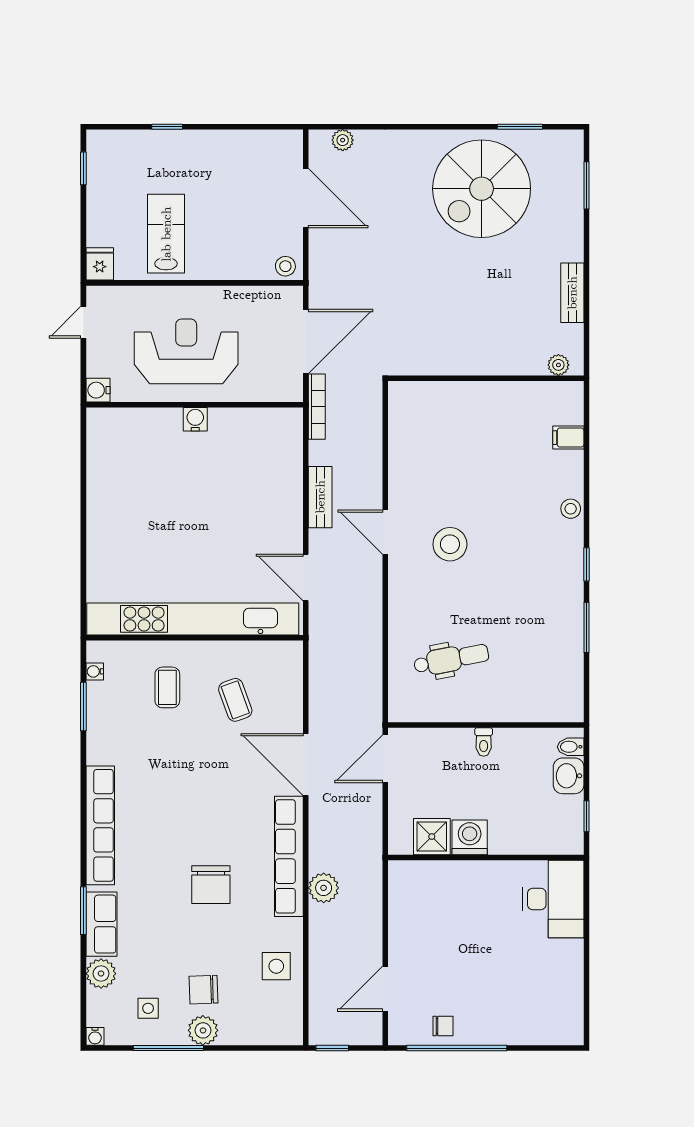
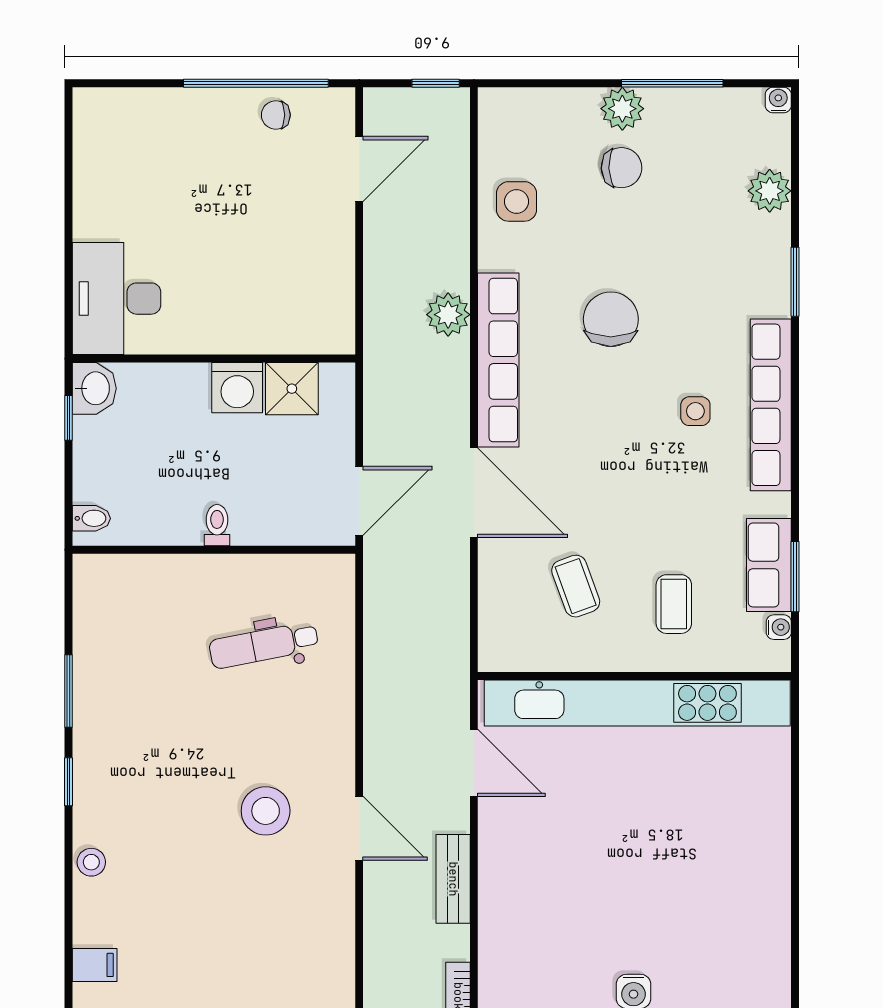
washbasin: (569, 776) -> (94, 388), moved
row of seats: (101, 924) -> (769, 565), moved
side table: (148, 1008) -> (695, 411), moved

